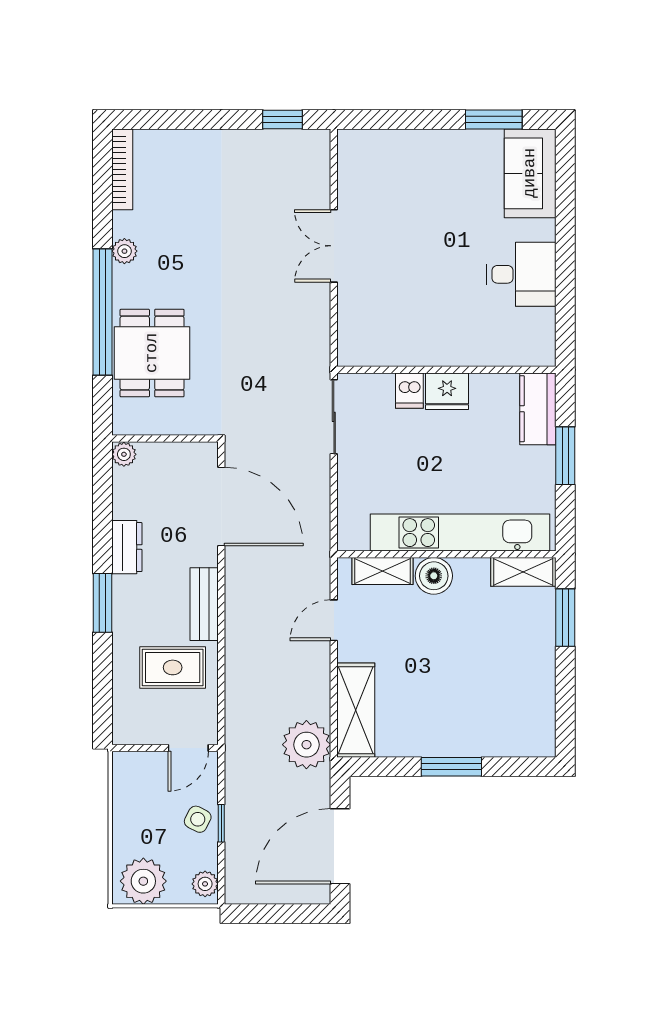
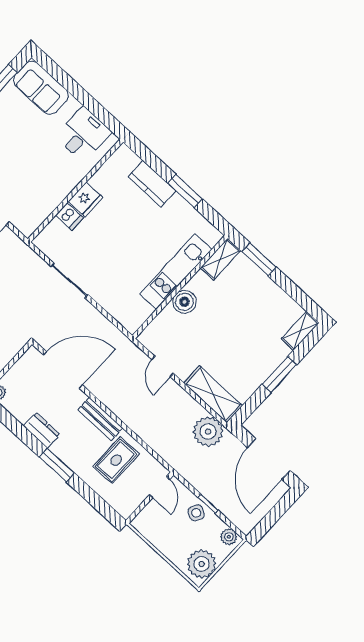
wall: (446, 370) -> (75, 191), moved
dishwasher: (409, 391) -> (69, 216), moved
fridge: (447, 391) -> (86, 199), moved
kitchen unit: (460, 533) -> (176, 272), width x0.73
shelving: (382, 571) -> (300, 331), moved

